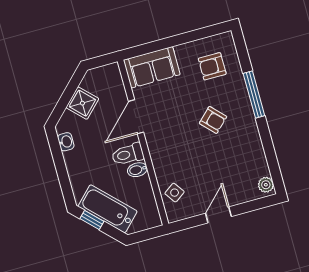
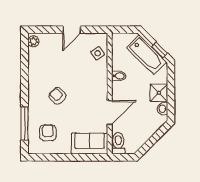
armchair: (212, 66) -> (48, 133), turned -90
window: (254, 94) -> (25, 124), moved
shower: (82, 103) -> (159, 93), moved, turned 45
toilet: (128, 154) -> (118, 143), moved, turned -90

